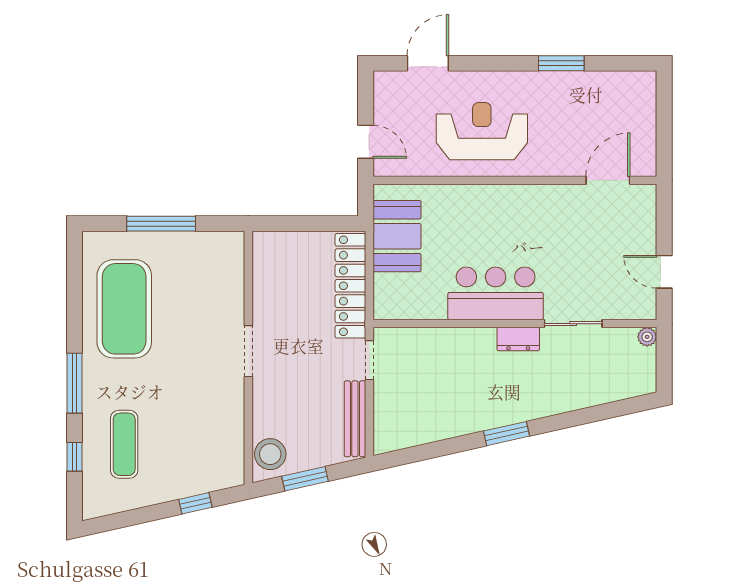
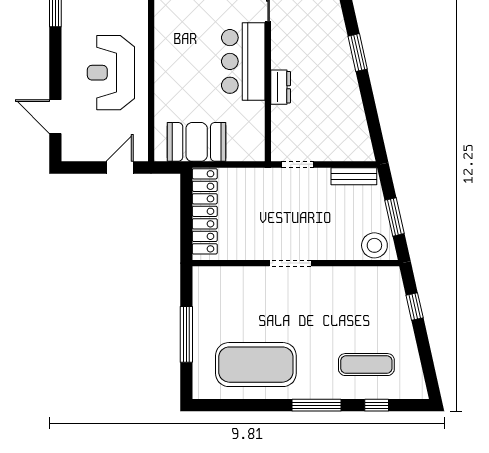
locker: (350, 286) -> (205, 211), moved, turned -90
dresser: (518, 339) -> (281, 87), moved
bench: (355, 419) -> (354, 176), width x0.73

